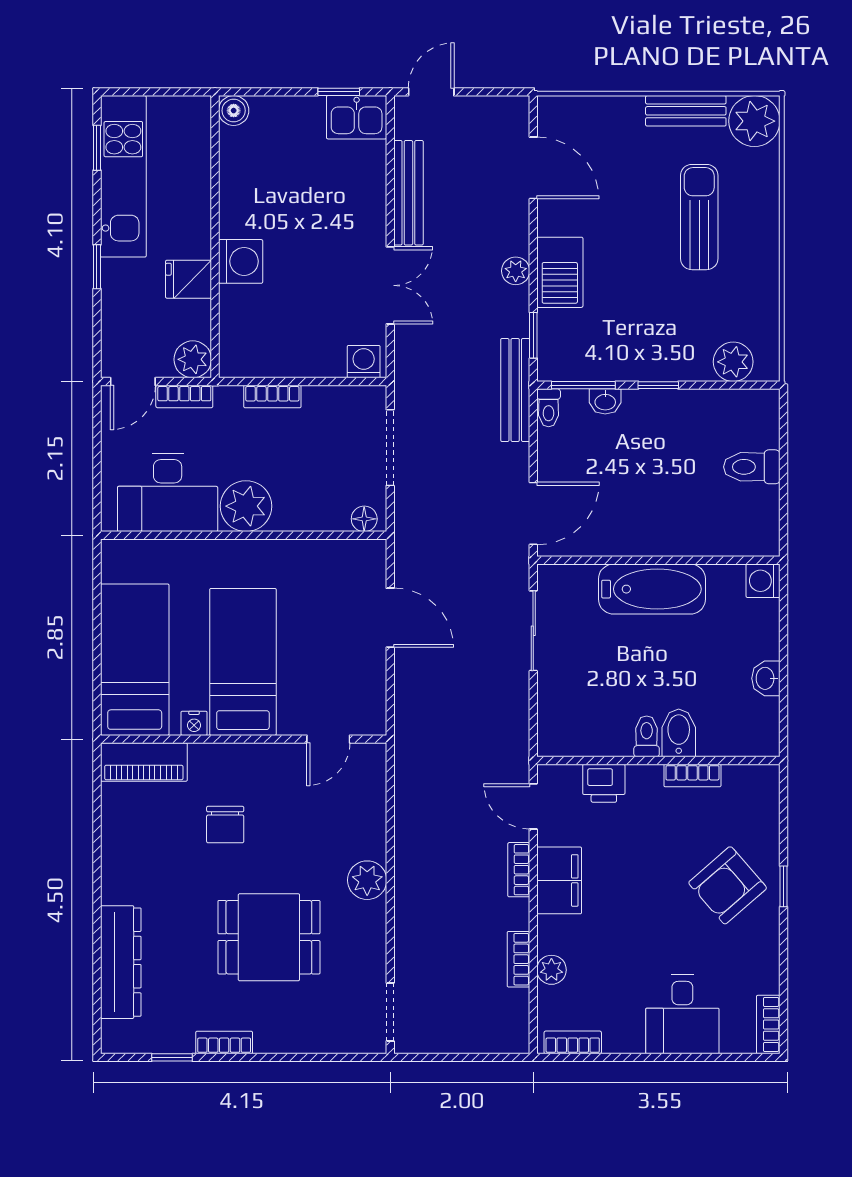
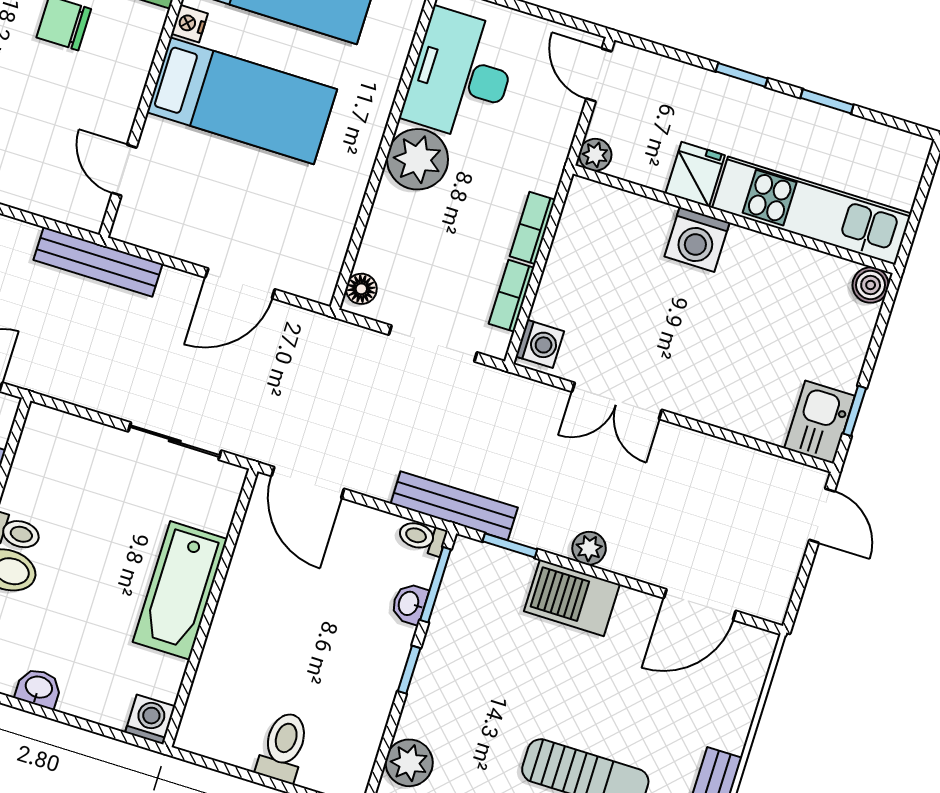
window: (97, 148) -> (827, 101), moved
kitchen unit: (123, 176) -> (812, 211), moved, turned 180
bench: (408, 193) -> (98, 262), moved
plant: (193, 359) -> (595, 155), width x0.73, depth x0.73
bookcase: (184, 396) -> (511, 296), moved

